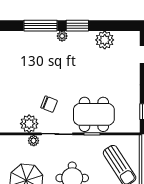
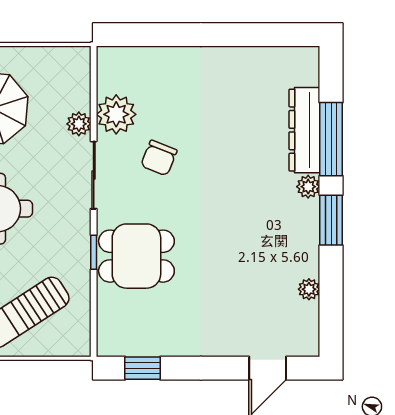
dresser: (36, 38) -> (304, 130), added
plant: (105, 40) -> (309, 289), width x0.53, depth x0.53
dining table: (94, 114) -> (136, 256), width x0.73

